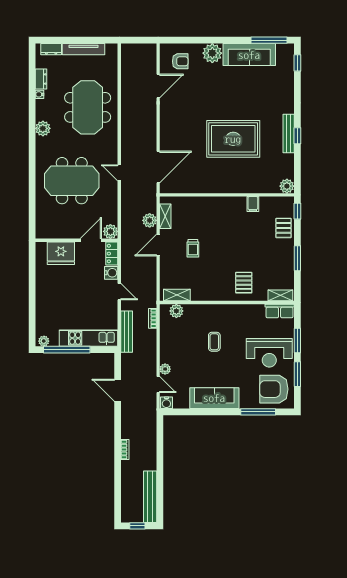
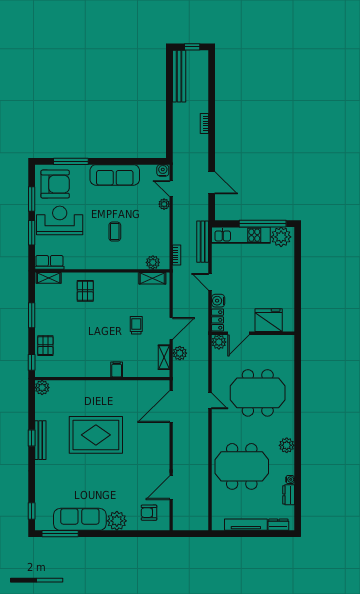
meeting table: (88, 107) -> (242, 466), turned 90
filing cabinet: (253, 204) -> (117, 369), moved
plant: (44, 341) -> (281, 237), width x1.87, depth x1.87

